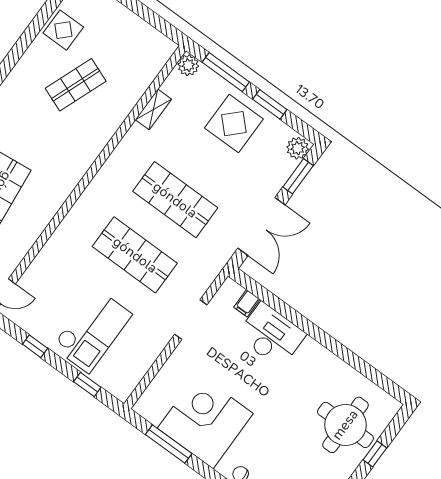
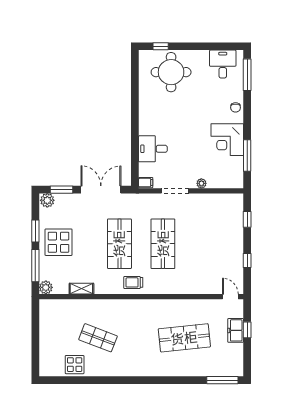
trolley: (113, 181) -> (133, 282), added
filing cabinet: (247, 303) -> (146, 183), moved
checkout: (92, 330) -> (218, 237), removed
desk: (271, 335) -> (153, 149), width x0.73
plant: (176, 360) -> (201, 183), added
corner desk: (205, 421) -> (227, 140), width x0.74, depth x0.74
window: (375, 454) -> (161, 46), moved

